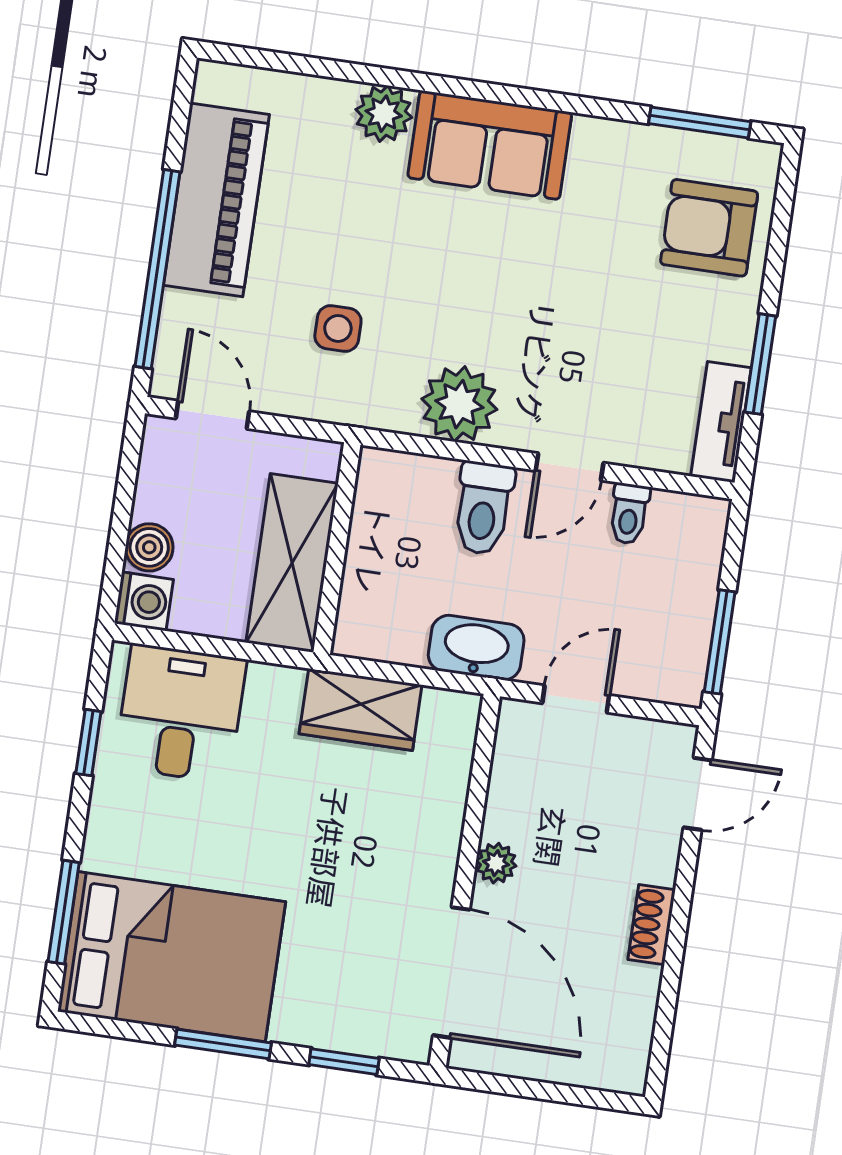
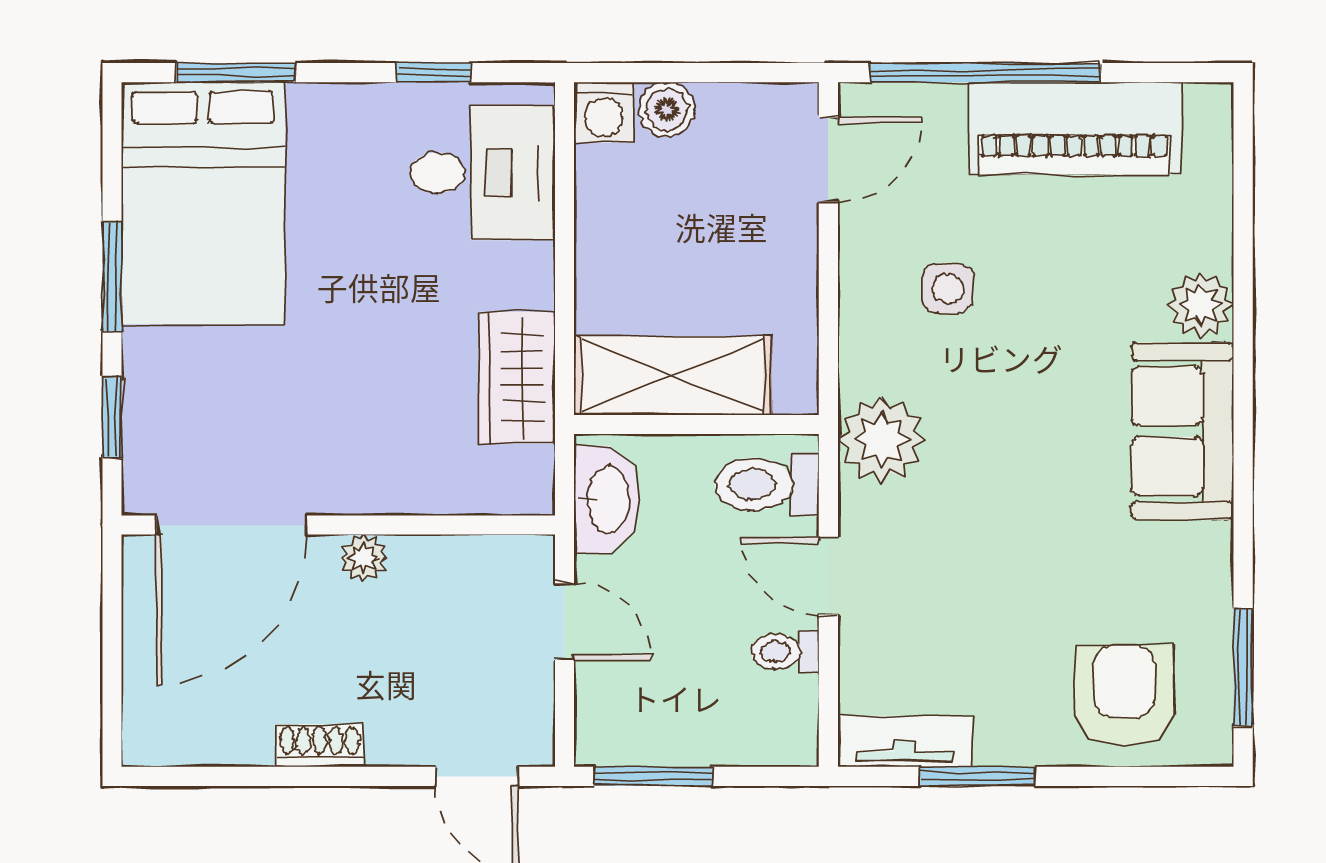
wall: (337, 549) -> (696, 425), moved
shelving: (292, 563) -> (673, 376), moved

